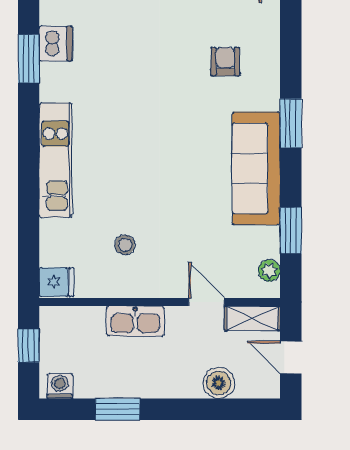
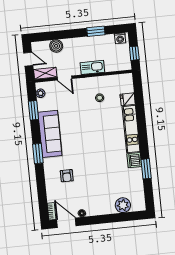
dishwasher: (56, 44) -> (134, 160), moved
fridge: (56, 282) -> (128, 99), moved

